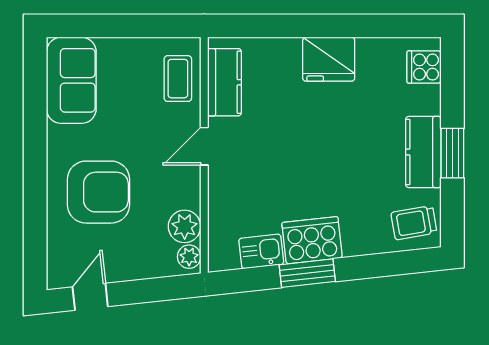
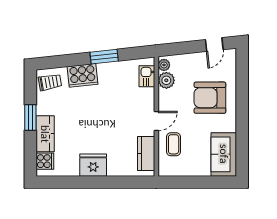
coffee table: (178, 79) -> (174, 144), moved
kitchen counter: (423, 152) -> (45, 134), moved
cooker: (312, 240) -> (82, 75), moved
kitchen sink: (261, 251) -> (147, 76), moved, turned 96

